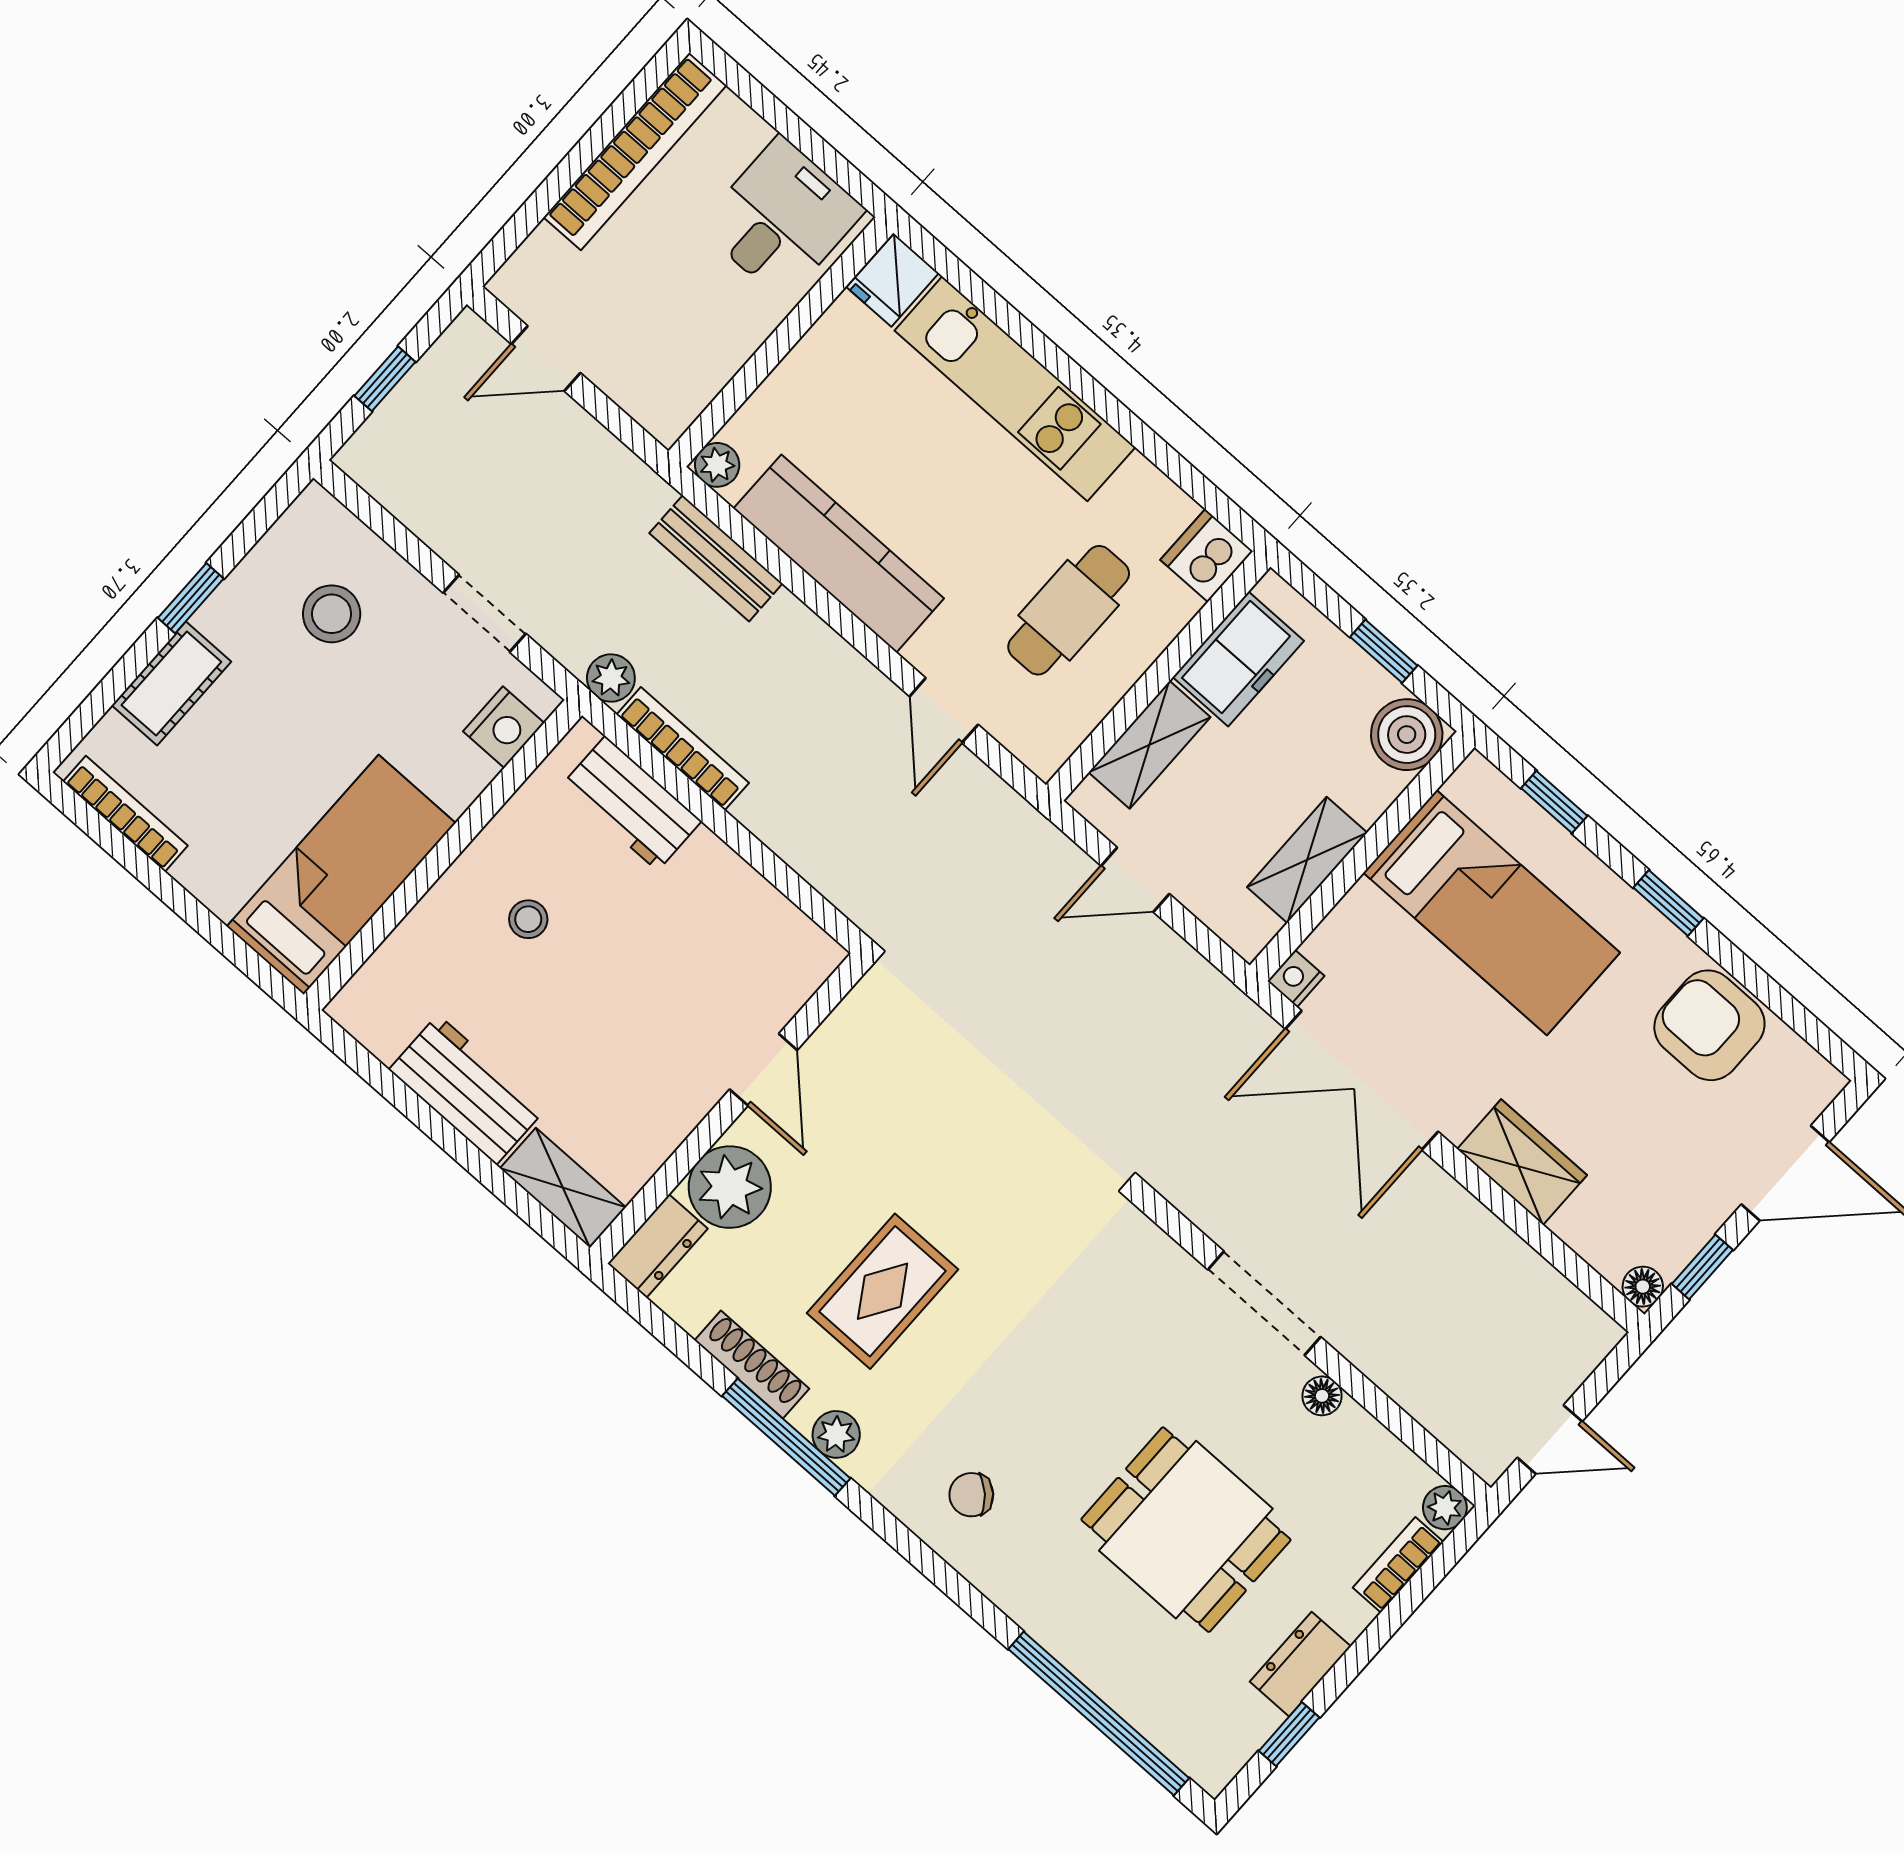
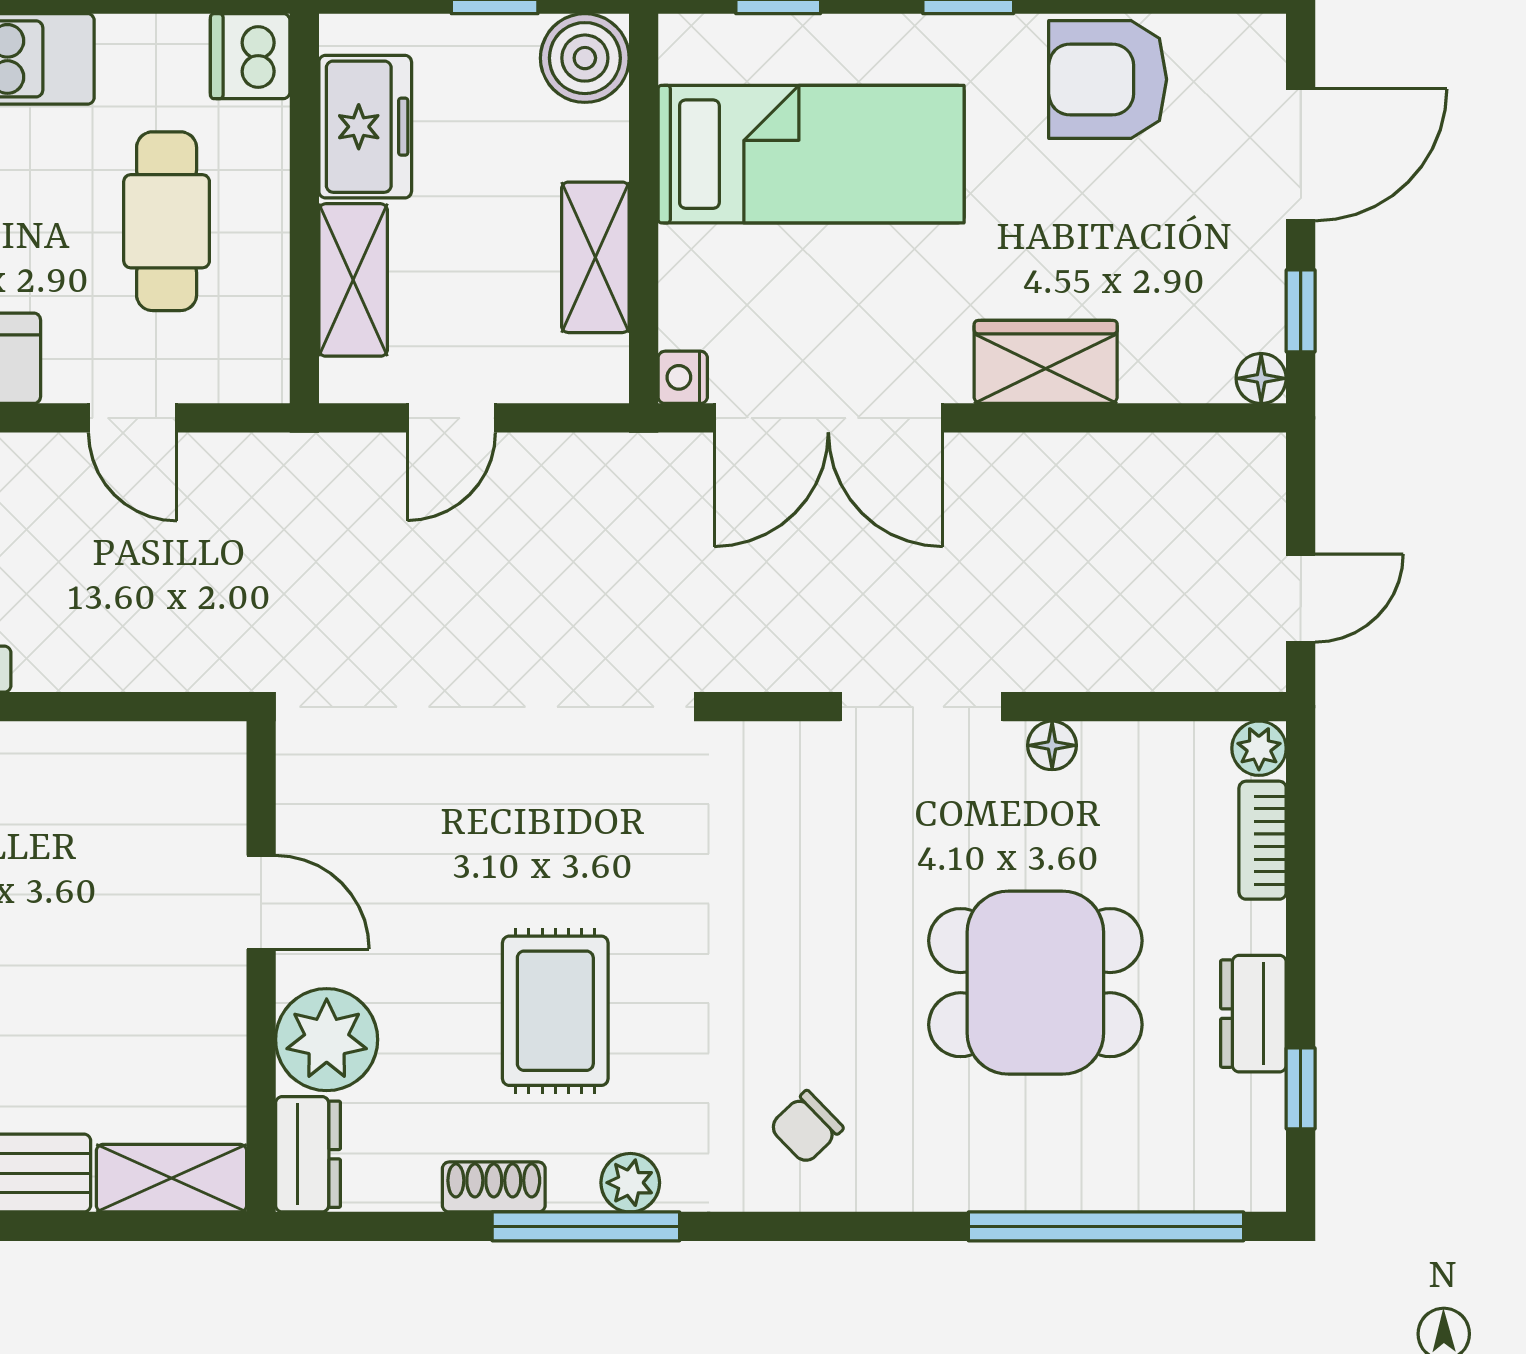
shoe rack: (752, 1364) -> (494, 1187), width x0.70

